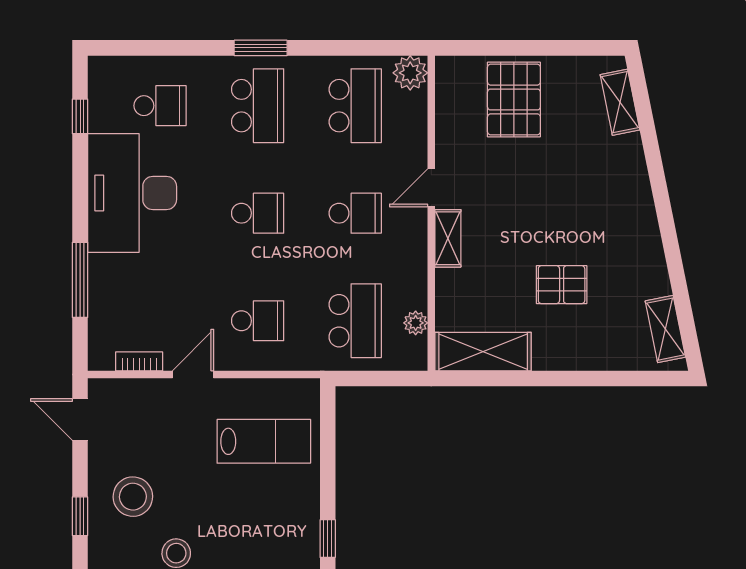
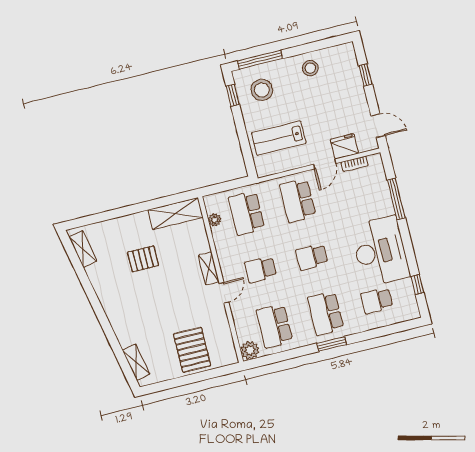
school desk: (258, 321) -> (298, 201), width x1.85
fridge: (150, 397) -> (344, 146), added
stool: (133, 497) -> (262, 90), moved

